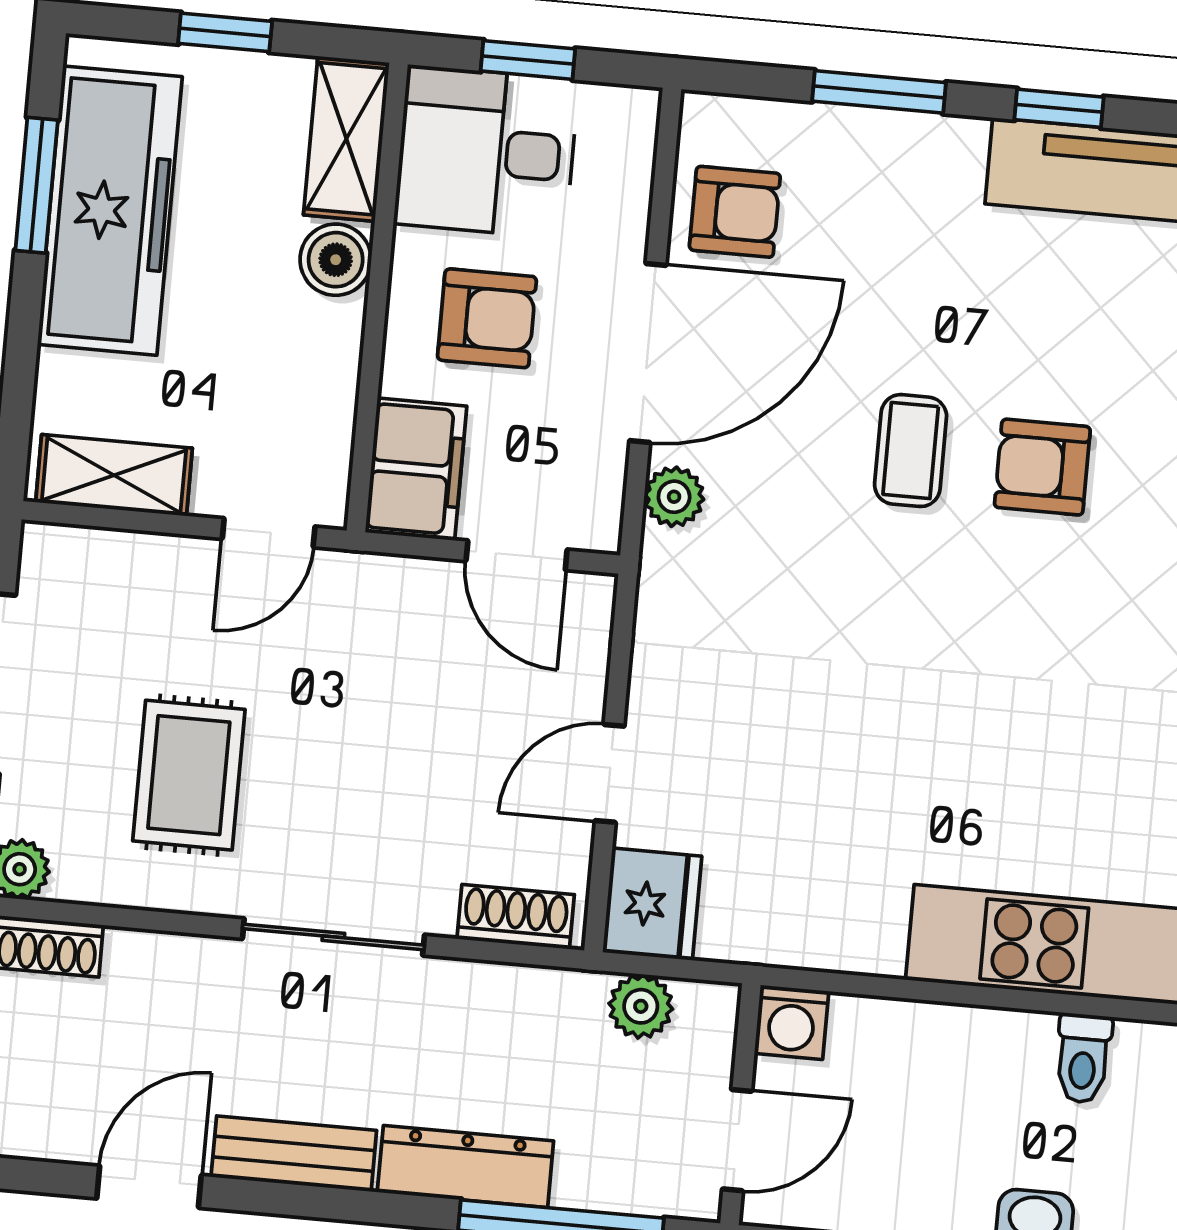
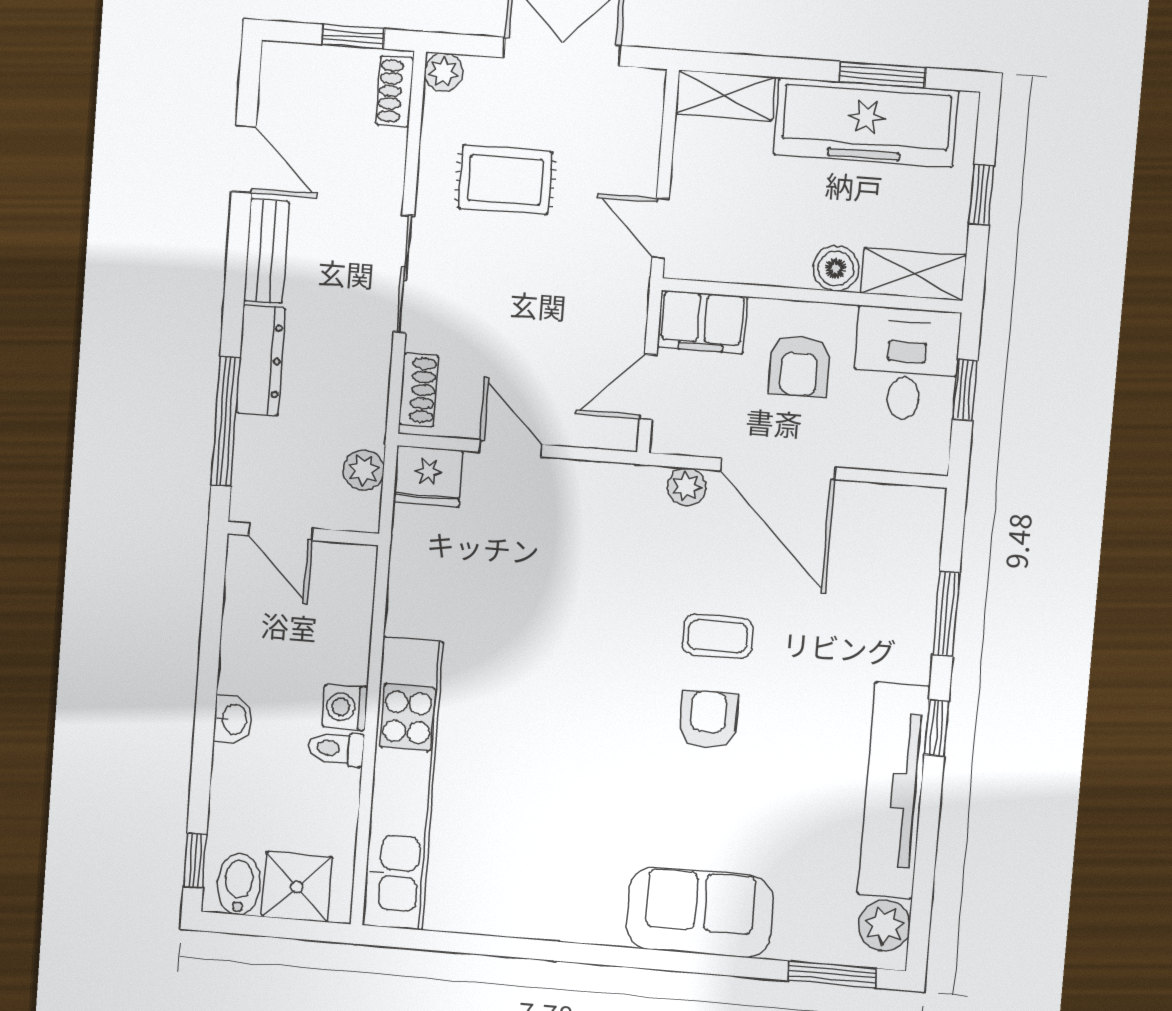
armchair: (735, 212) -> (869, 523), removed
shelving: (114, 475) -> (725, 95), moved, turned 90
washing machine: (791, 1022) -> (345, 707), moved

